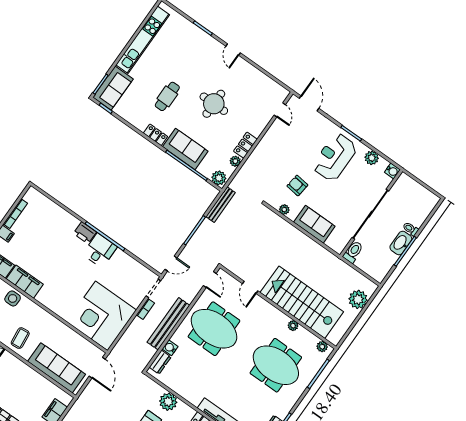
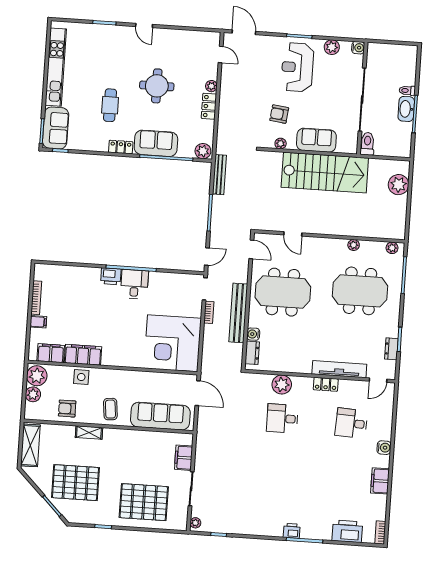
plant: (235, 161) -> (211, 86), moved
stairs: (302, 302) -> (325, 173), moved, turned 180

